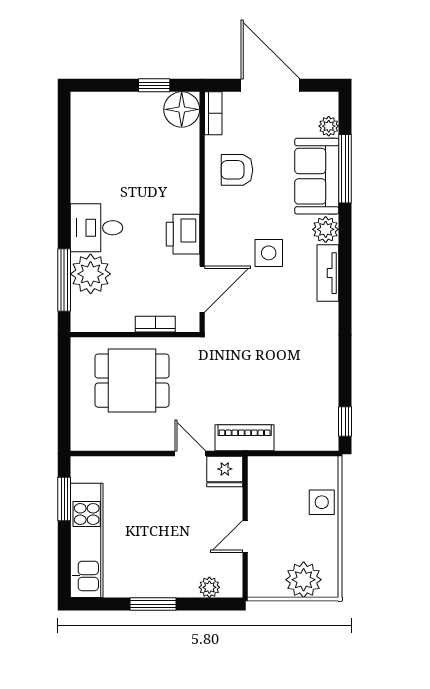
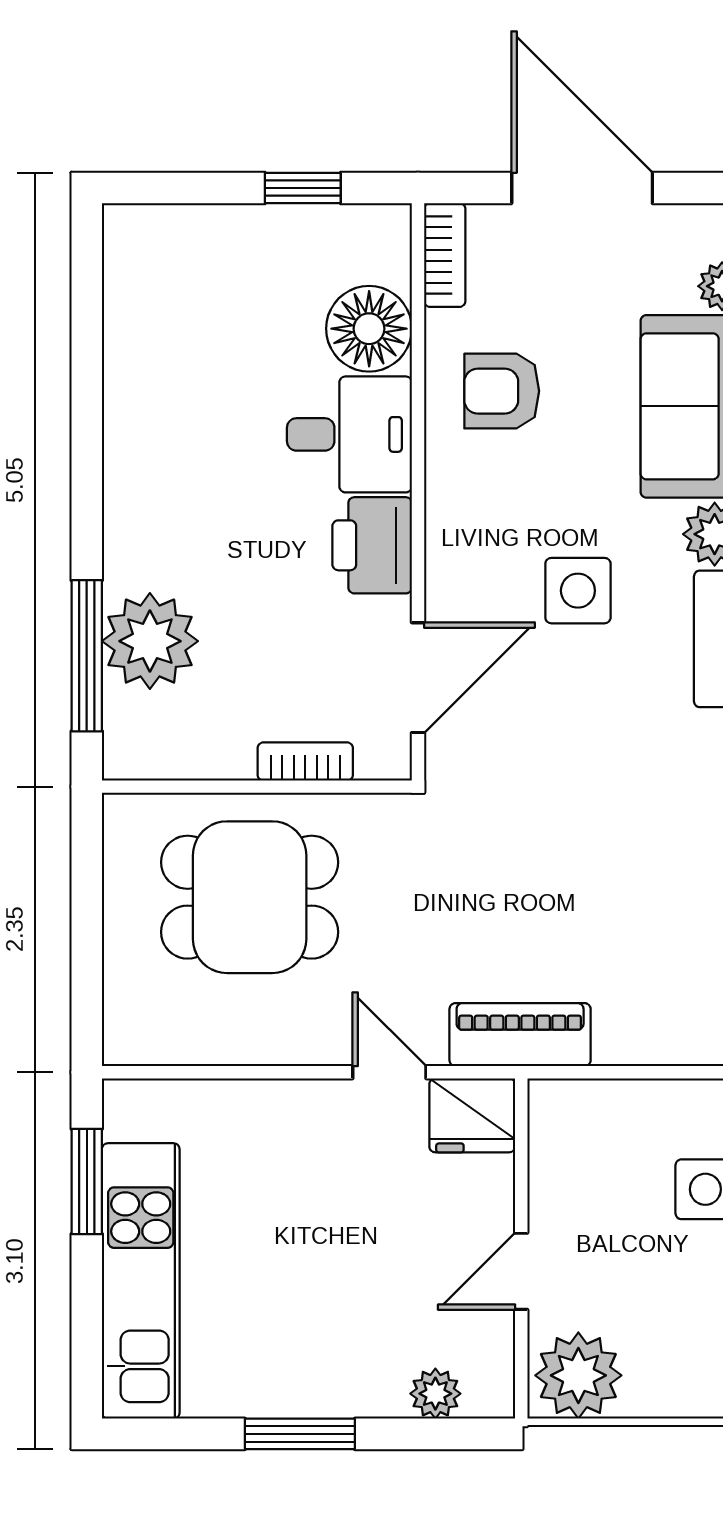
floor lamp: (182, 109) -> (369, 329), moved
desk: (97, 228) -> (349, 434), moved, turned 180
plant: (304, 580) -> (578, 1375), moved

